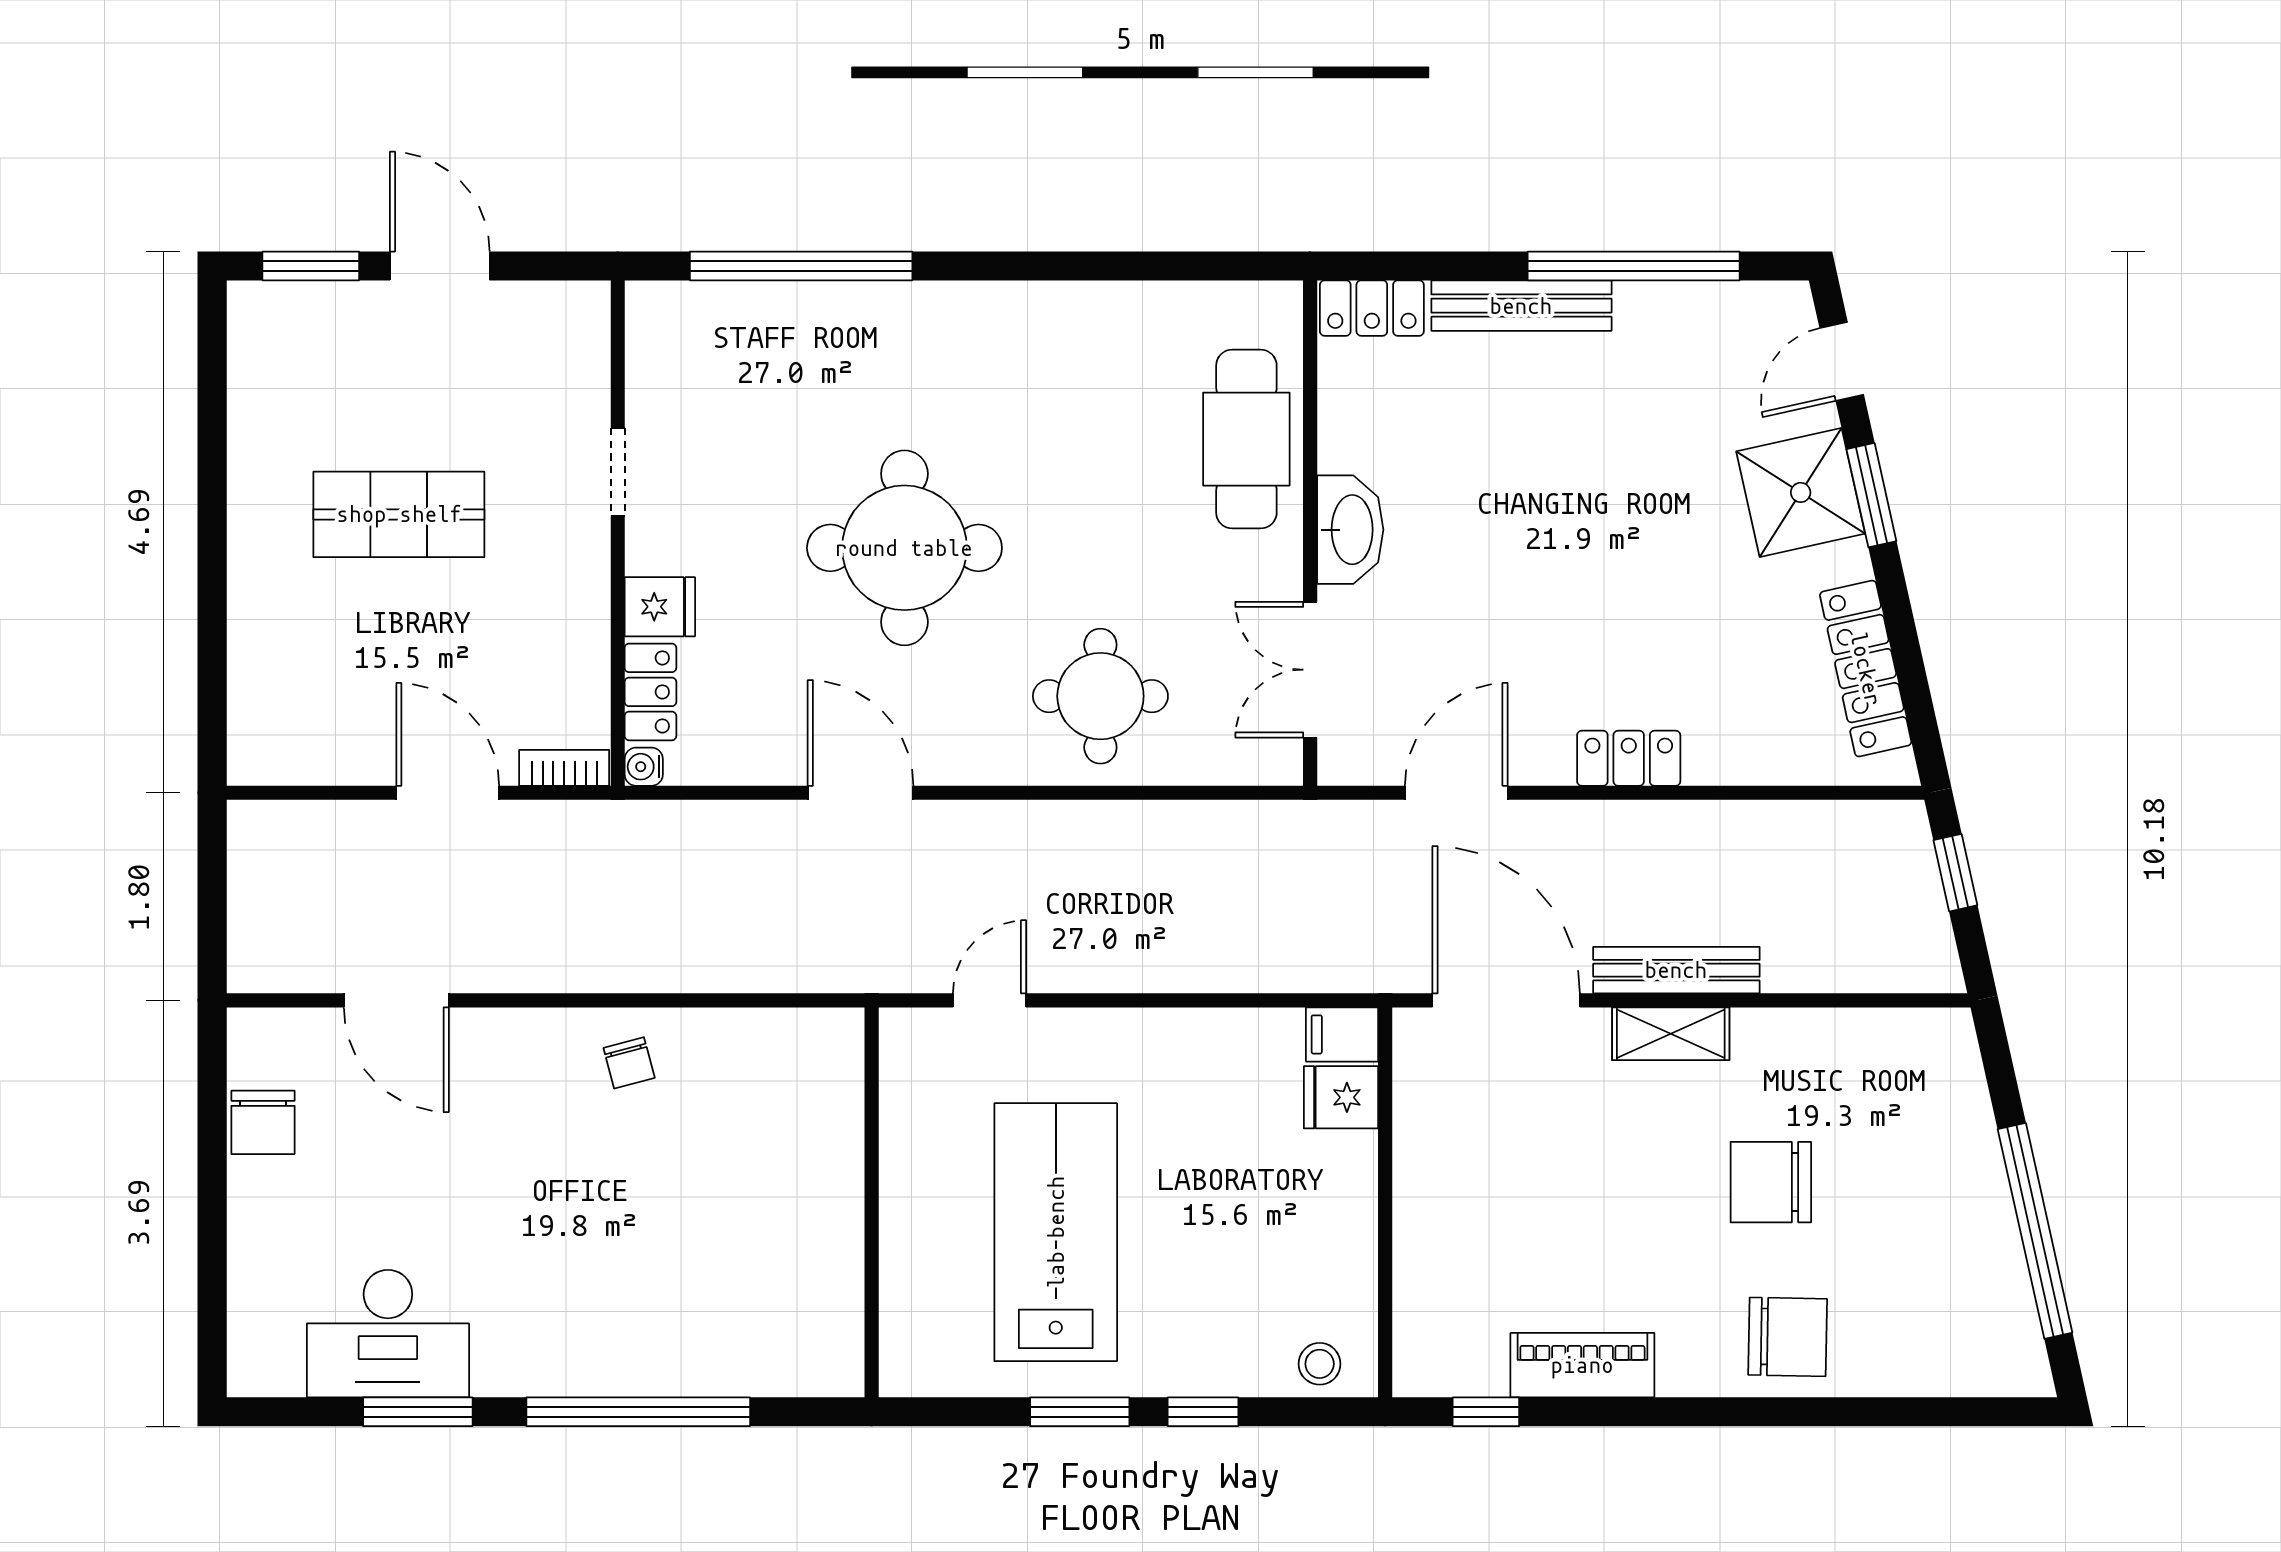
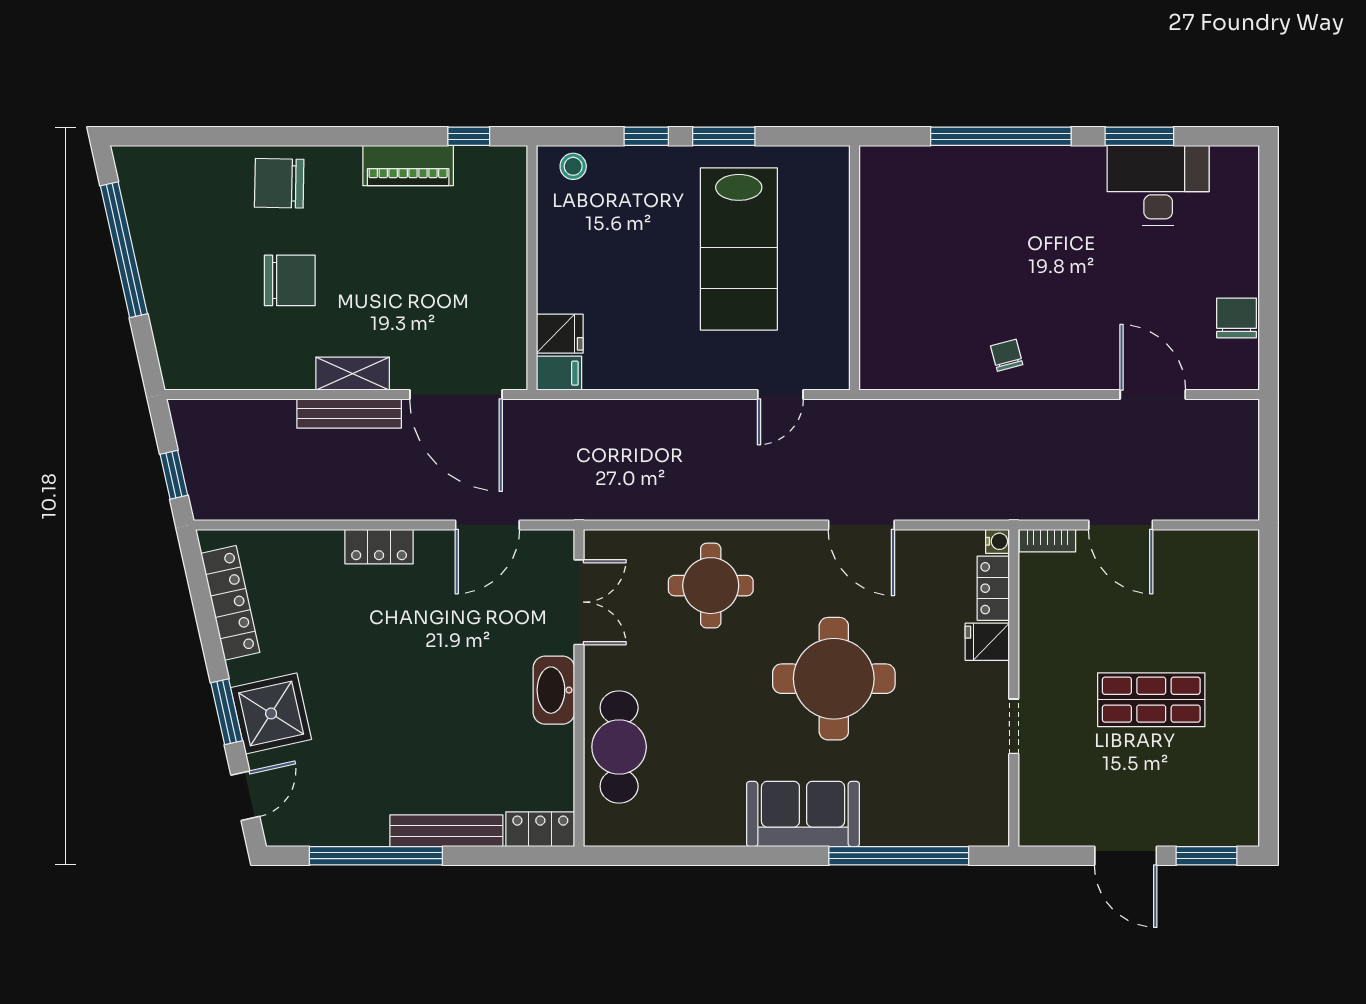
sofa: (954, 332) -> (803, 814), added

